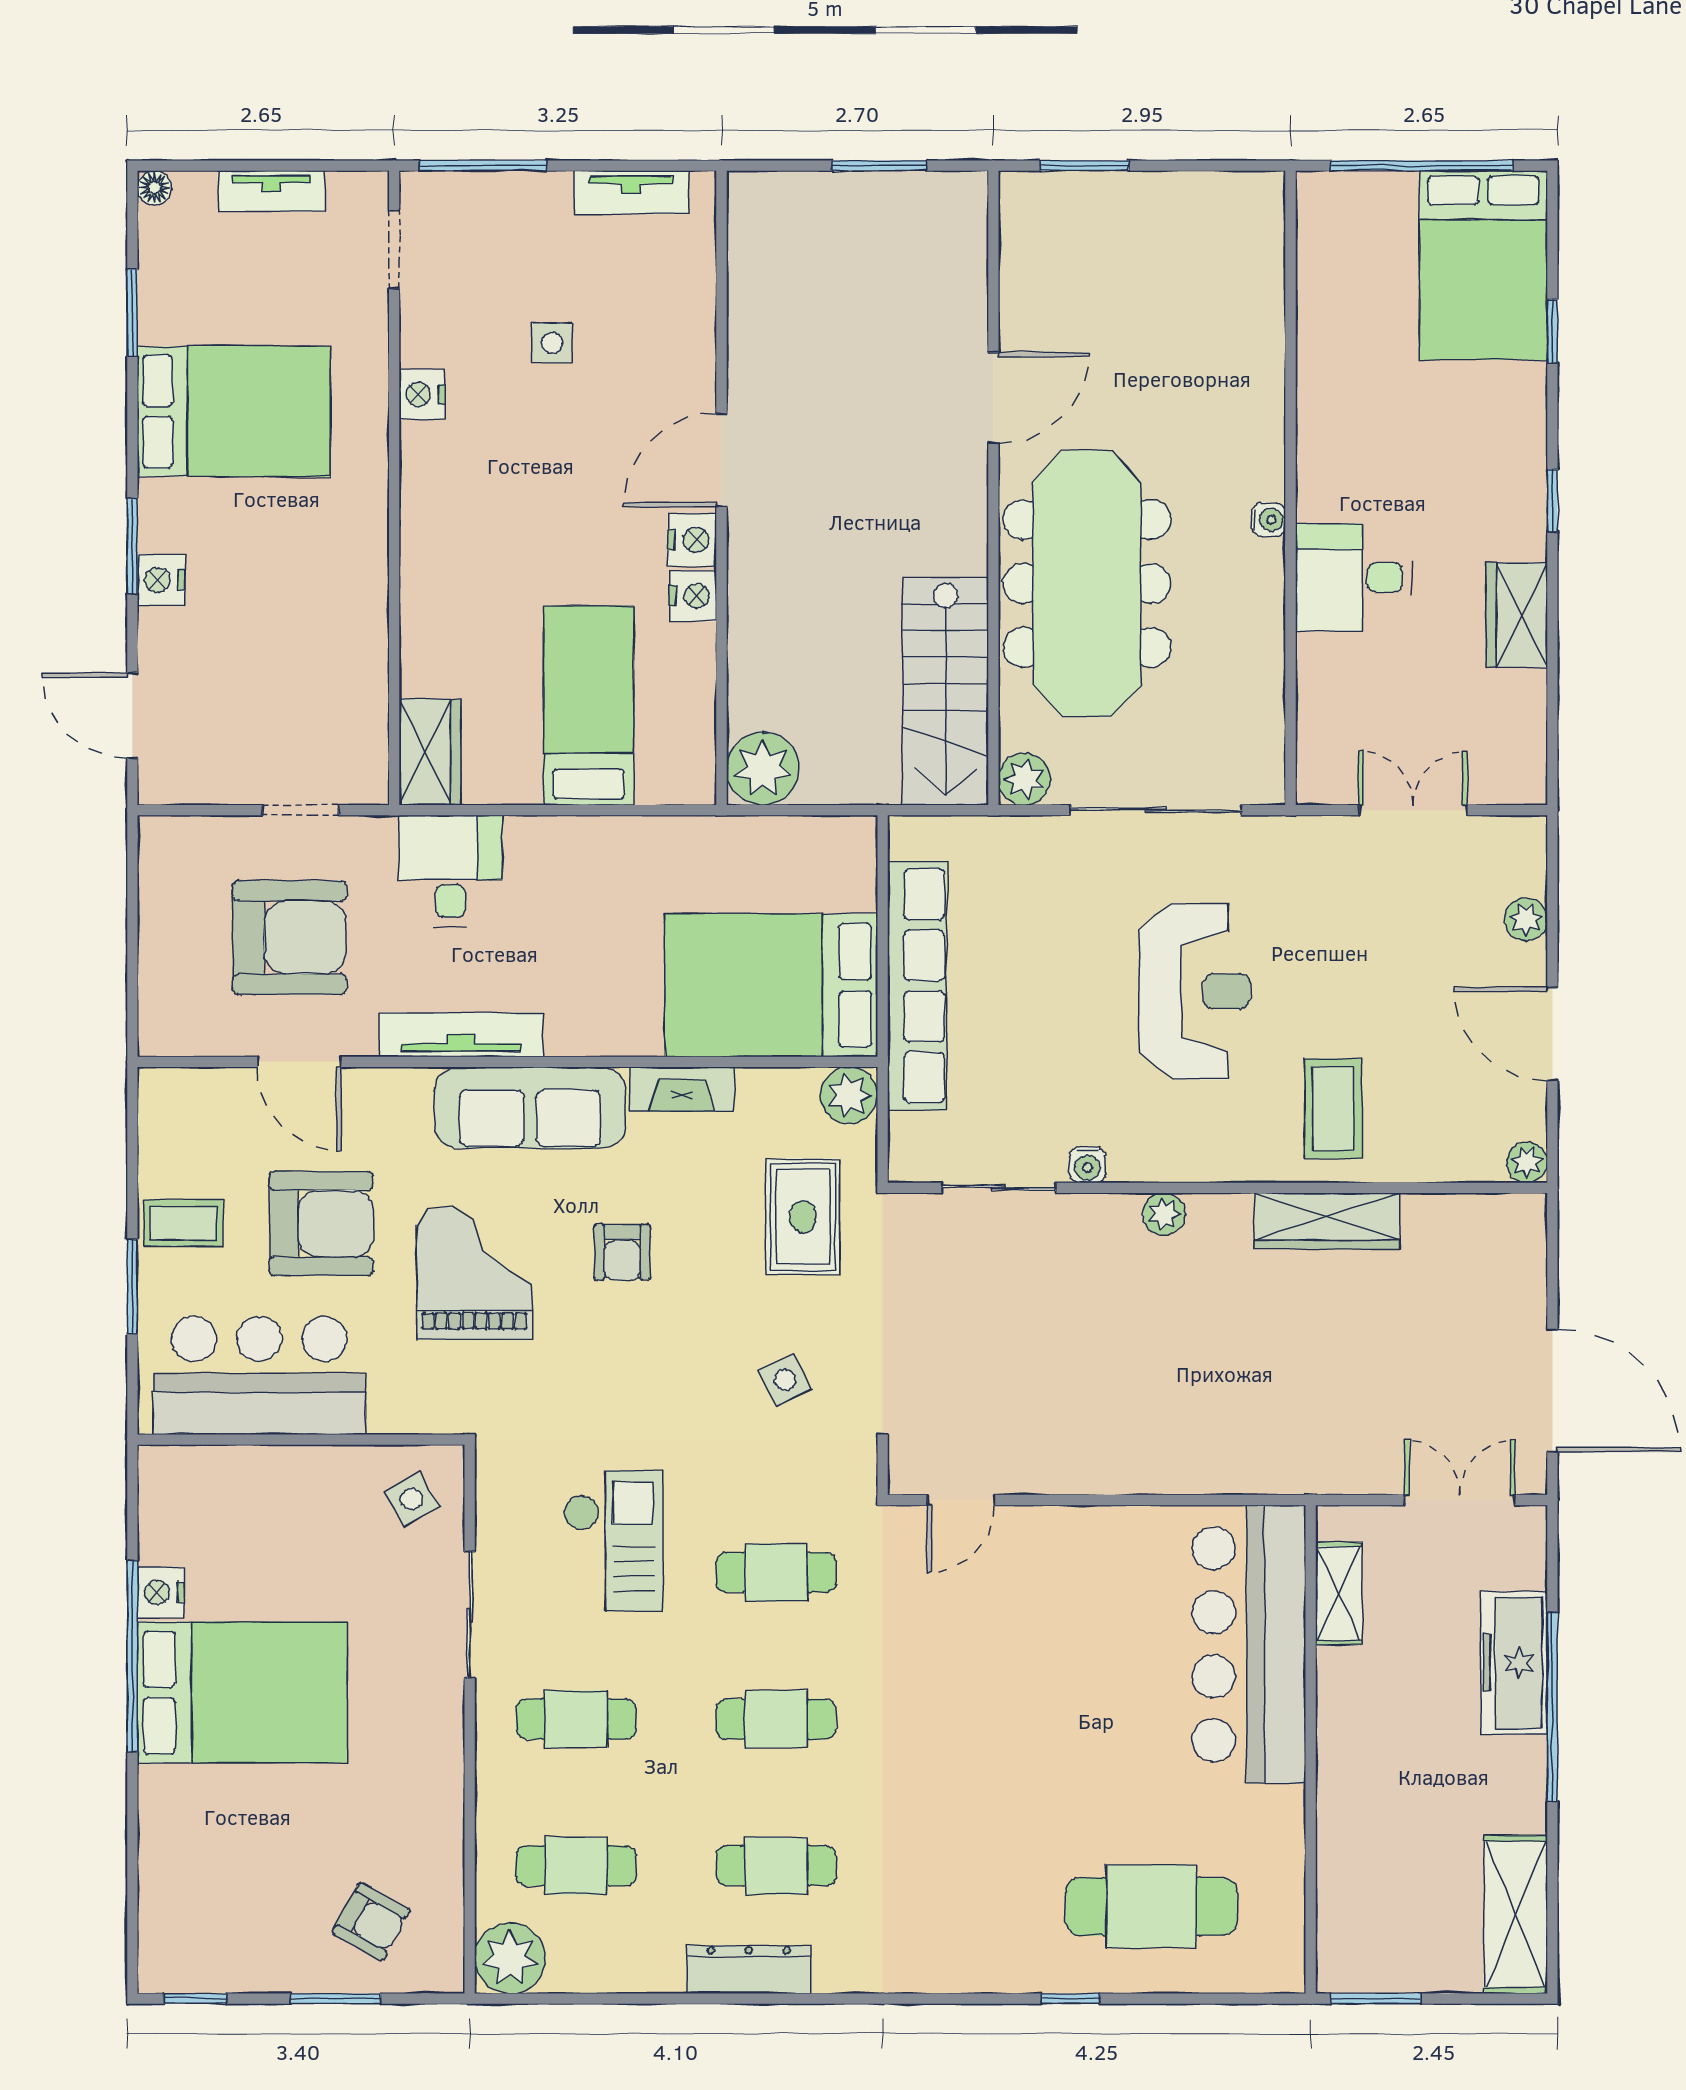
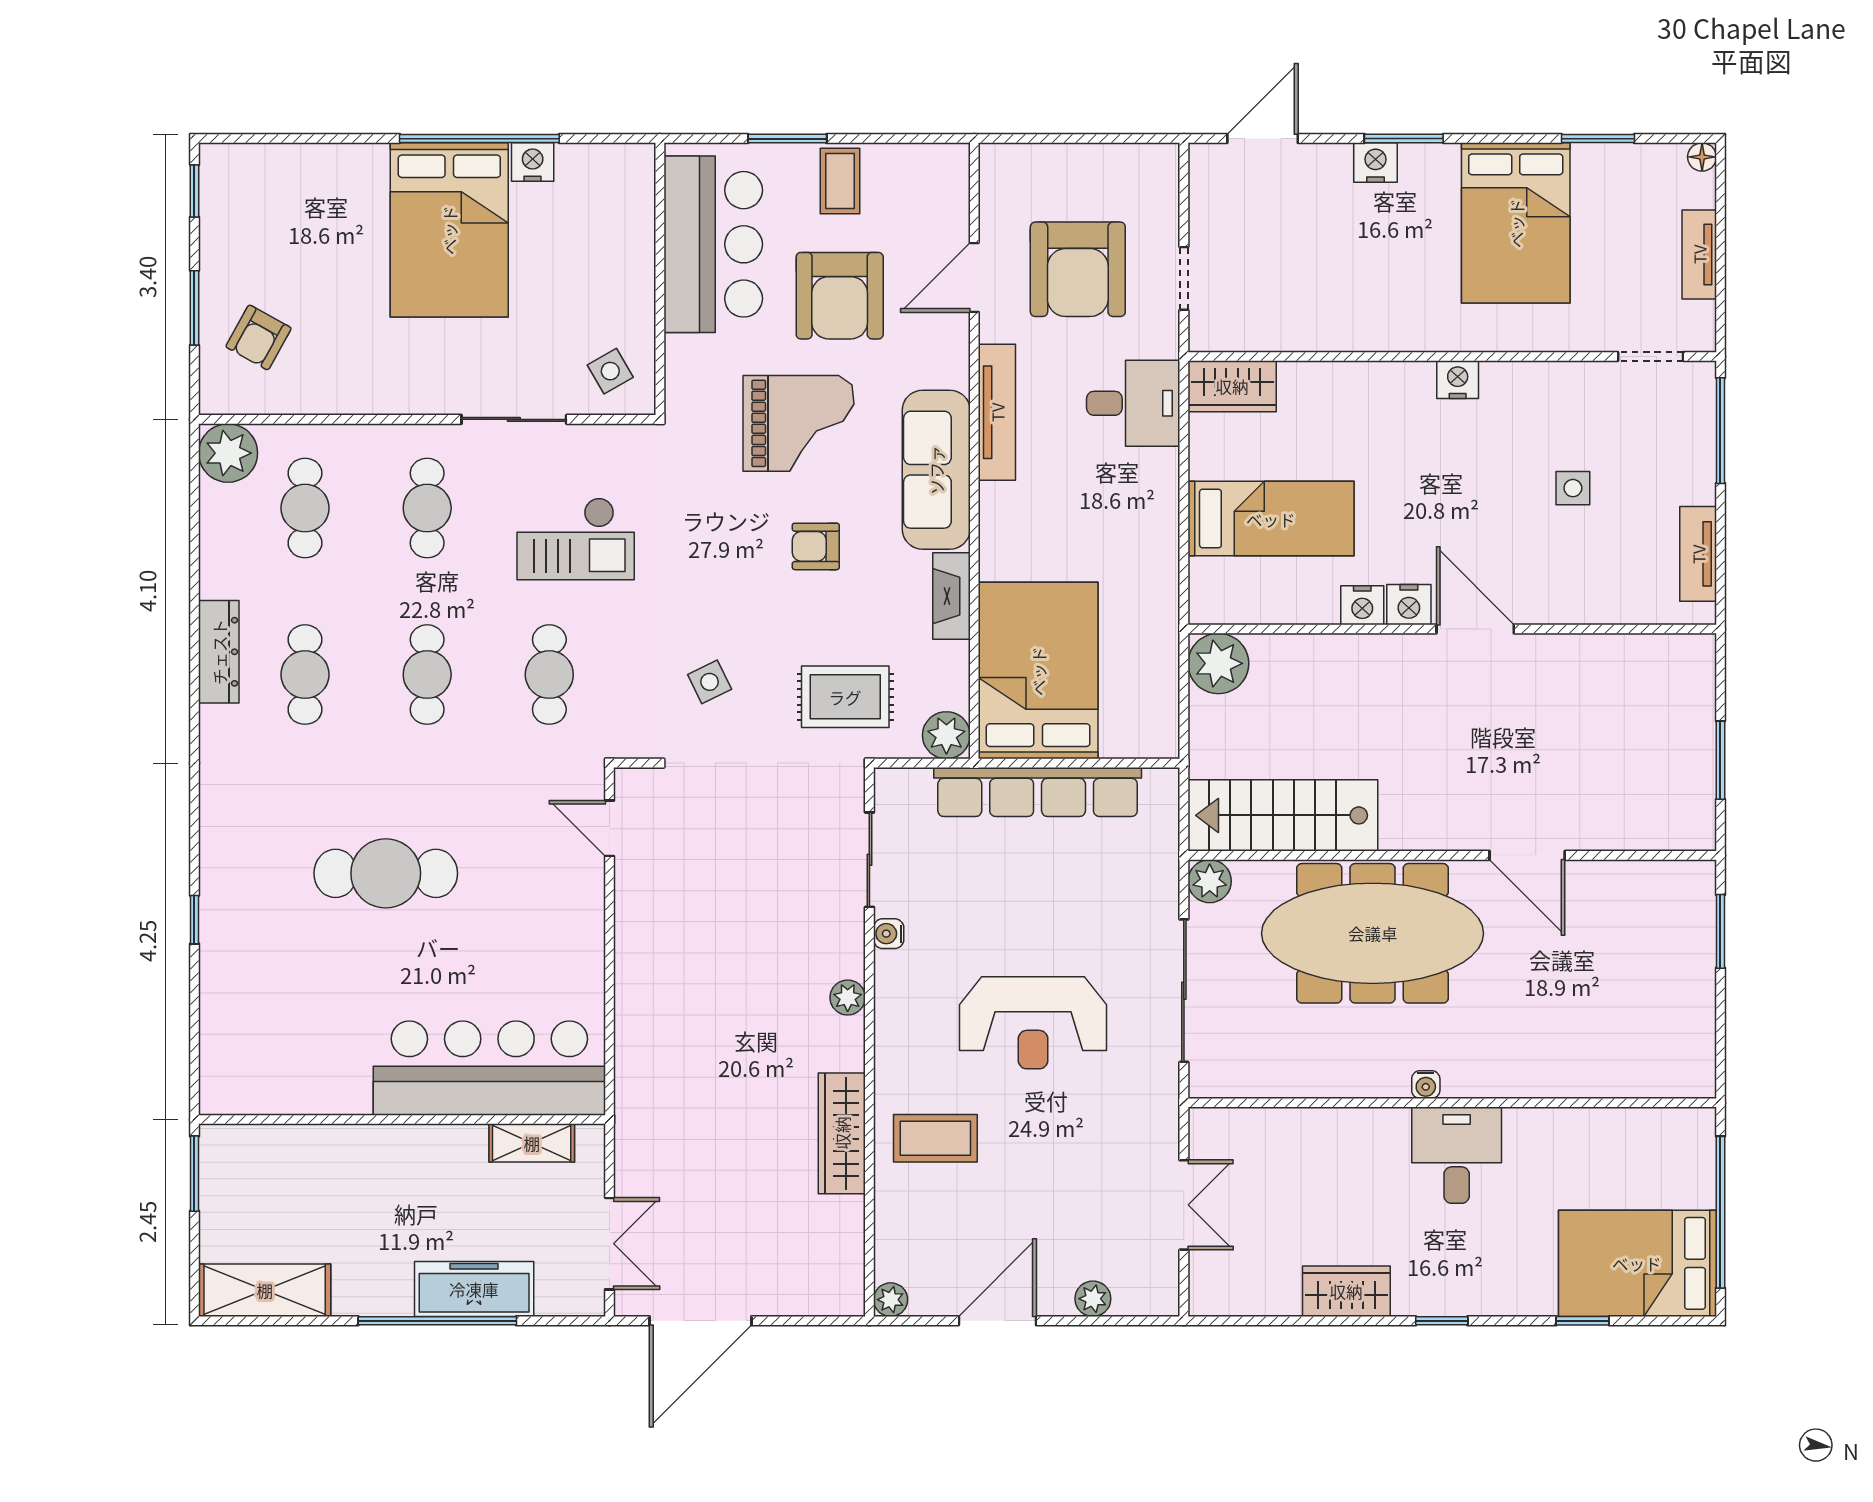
nightstand: (422, 394) -> (1458, 380), moved
desk: (1353, 577) -> (1457, 1155), moved
cafe table: (1151, 1907) -> (386, 873), moved, turned 90

